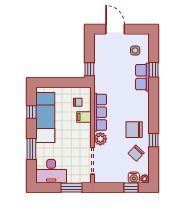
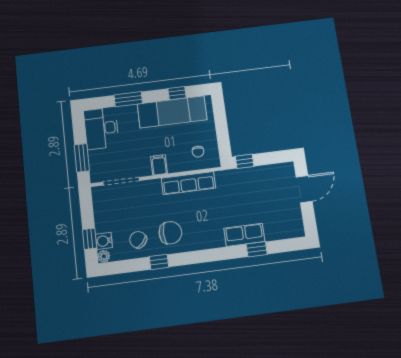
side table: (135, 50) -> (279, 220), removed
filing cabinet: (84, 117) -> (159, 165), moved
chair: (134, 130) -> (170, 233), turned 90
plant: (100, 139) -> (152, 188), removed

